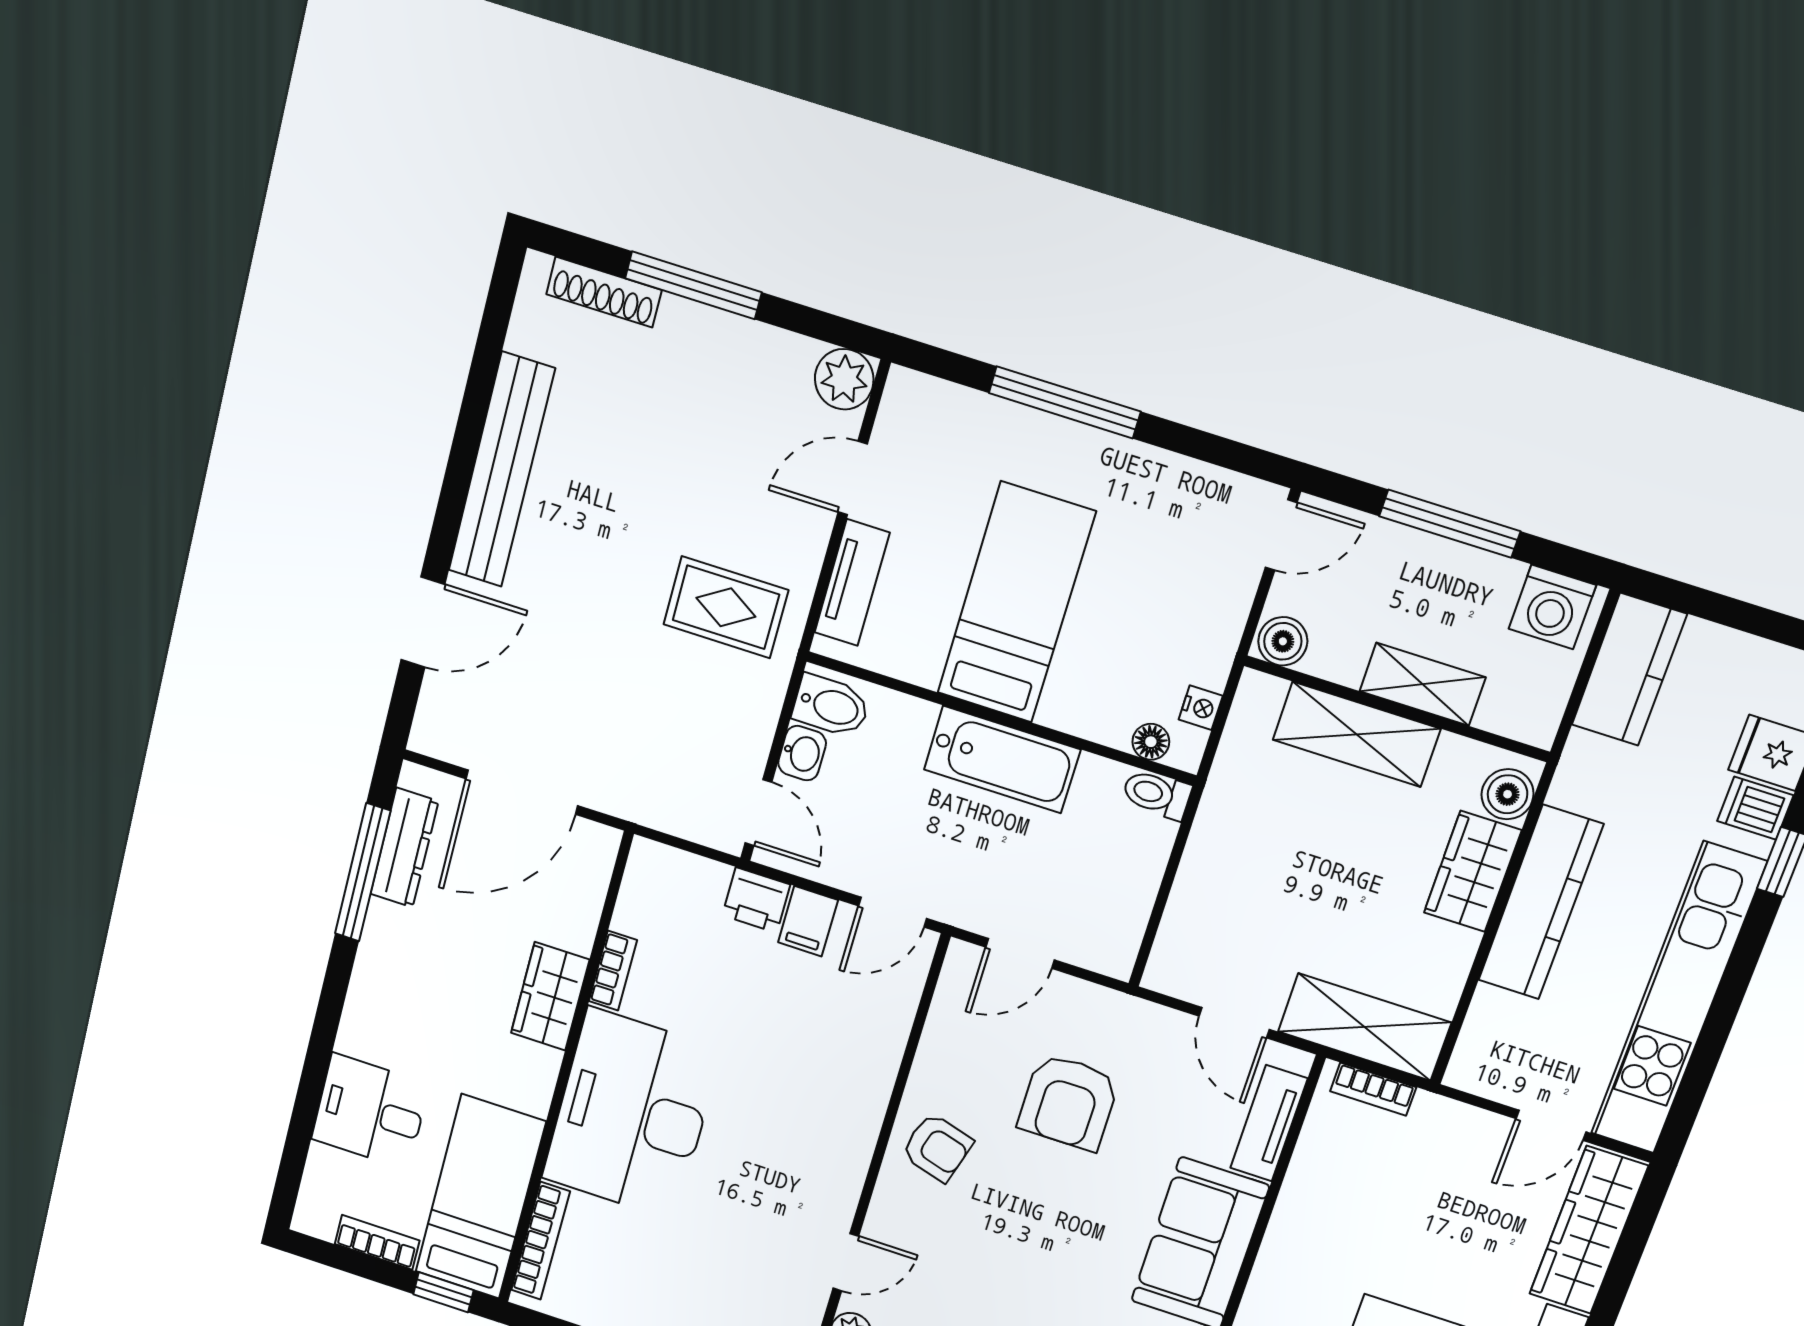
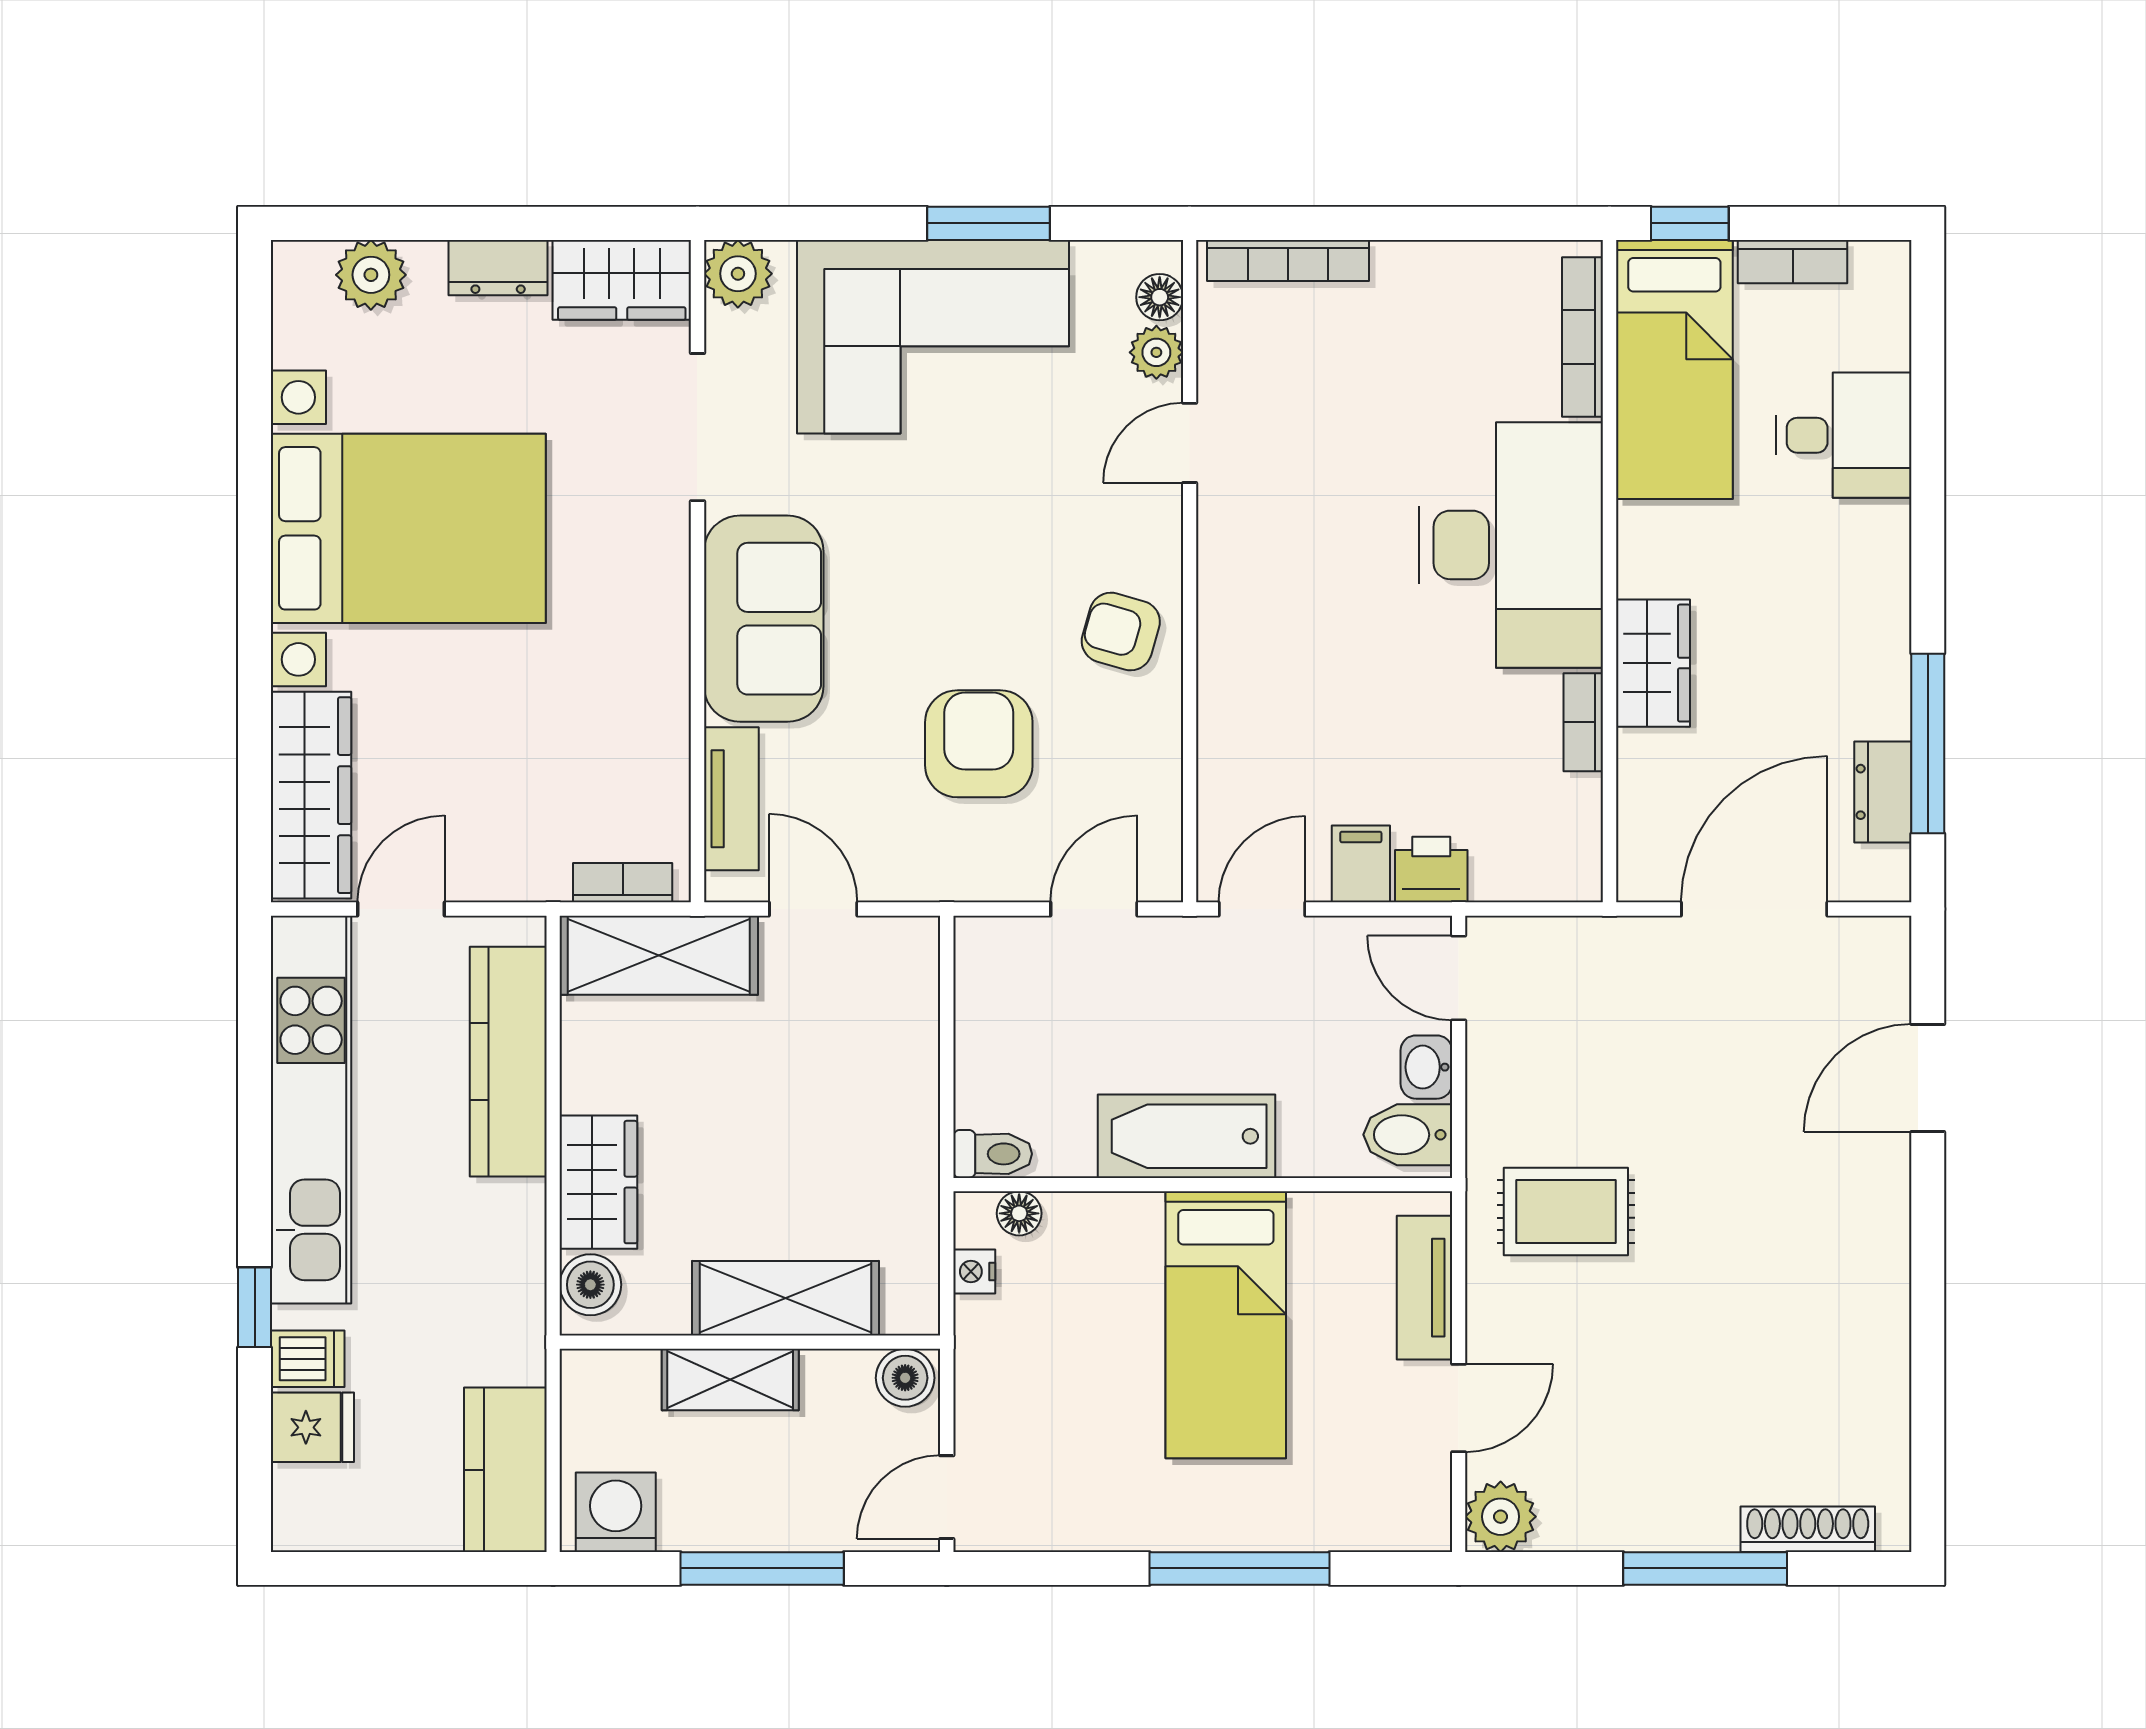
bench: (502, 470) -> (1877, 1288), removed
dresser: (404, 848) -> (1883, 792), width x0.70
kitchen counter: (1541, 902) -> (508, 1062), moved

